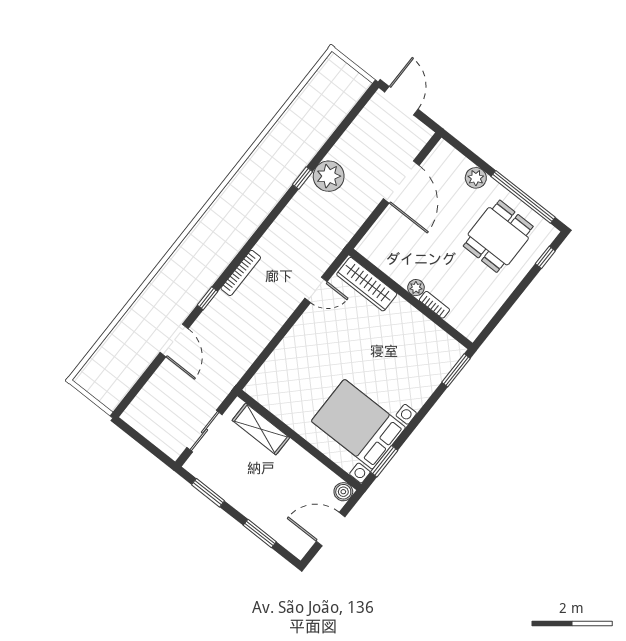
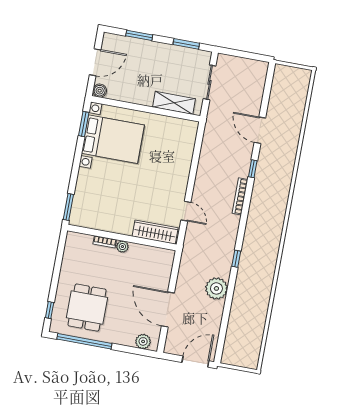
door: (401, 101) -> (195, 362), swing flipped
window: (303, 178) -> (236, 259), moved
plant: (476, 178) -> (143, 341), moved
door: (316, 290) -> (186, 211), swing flipped

